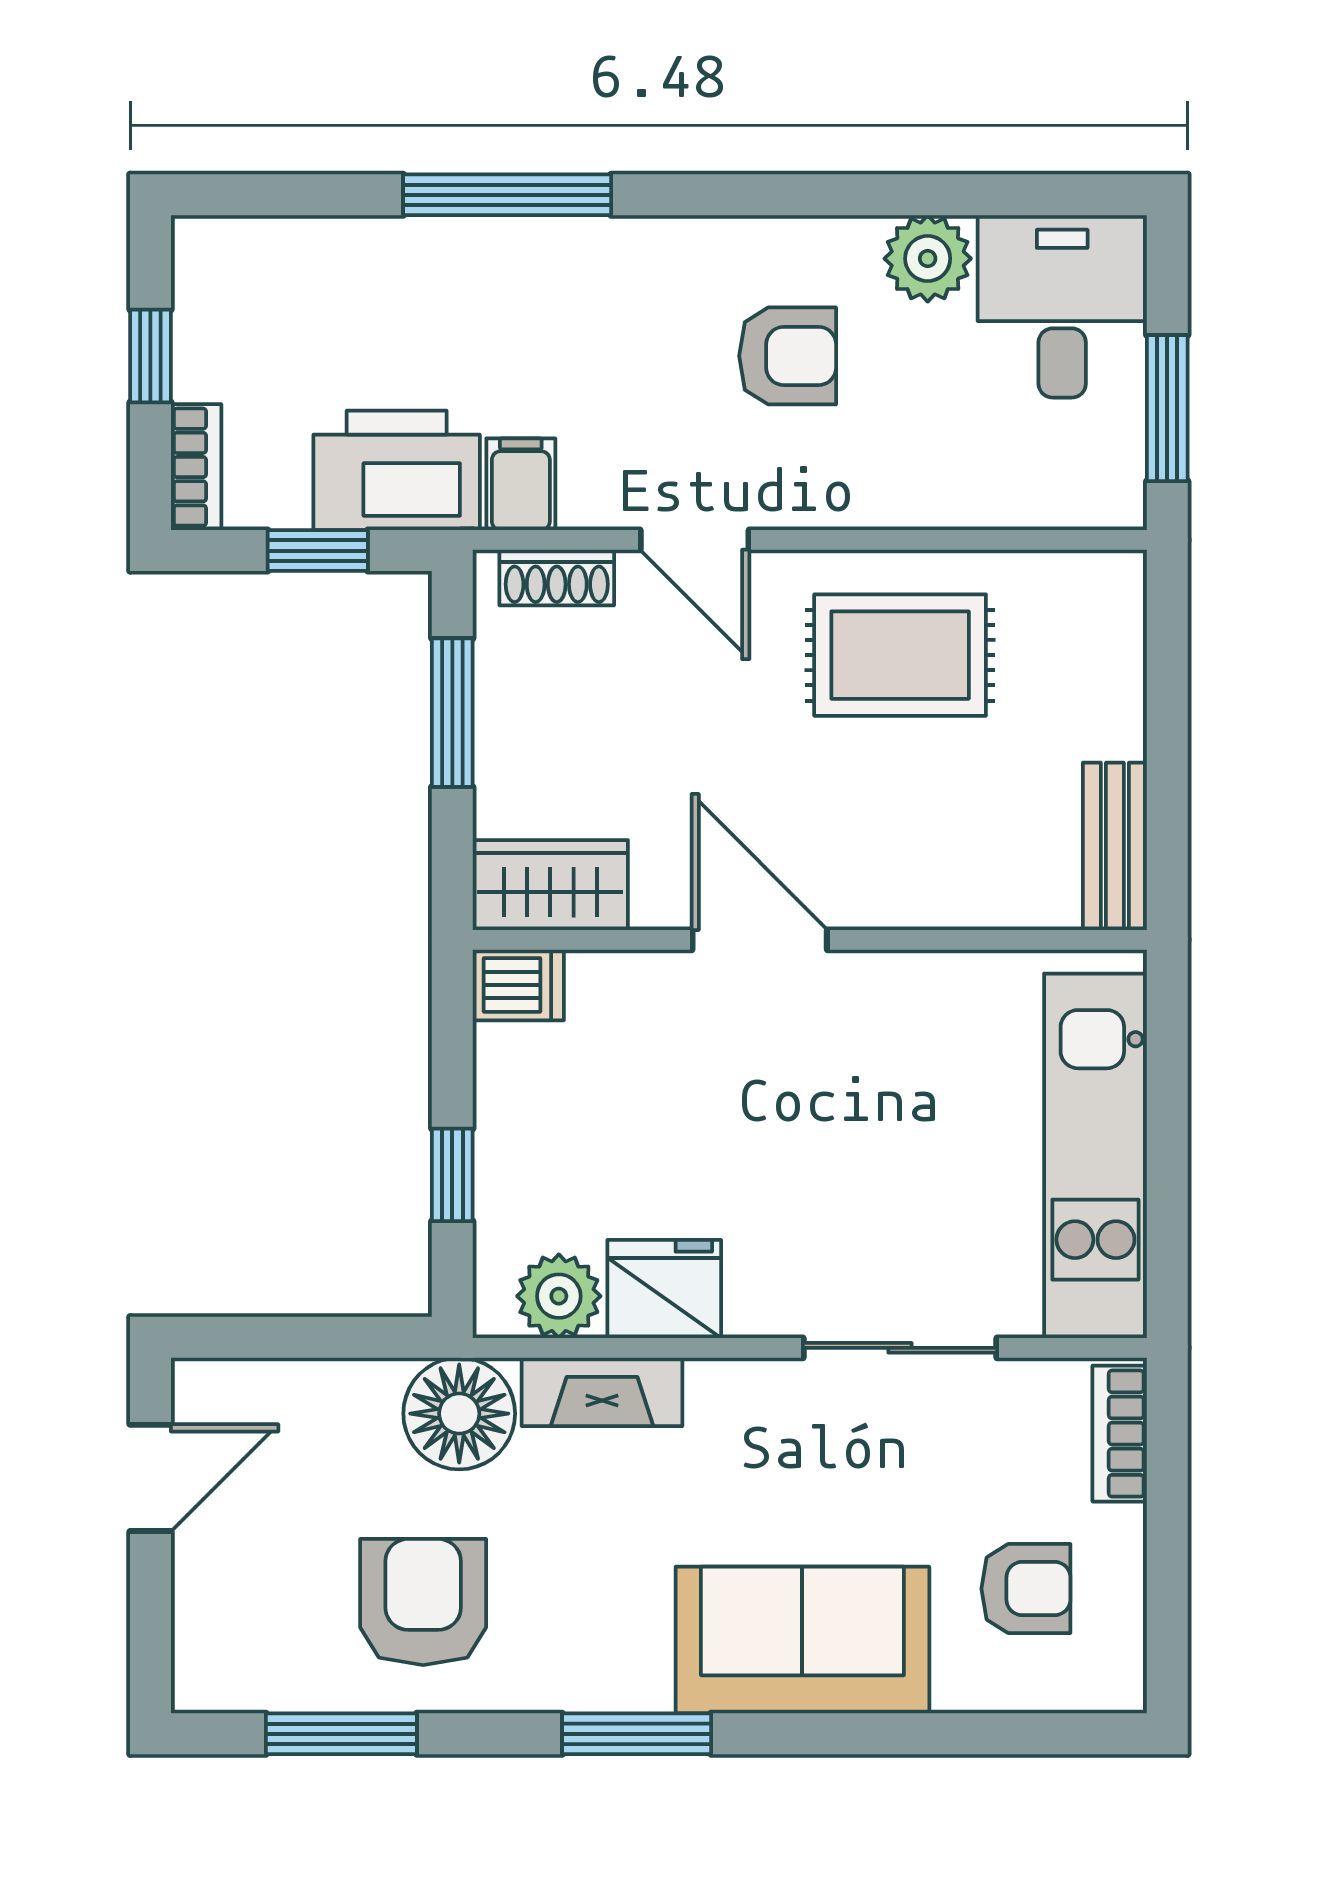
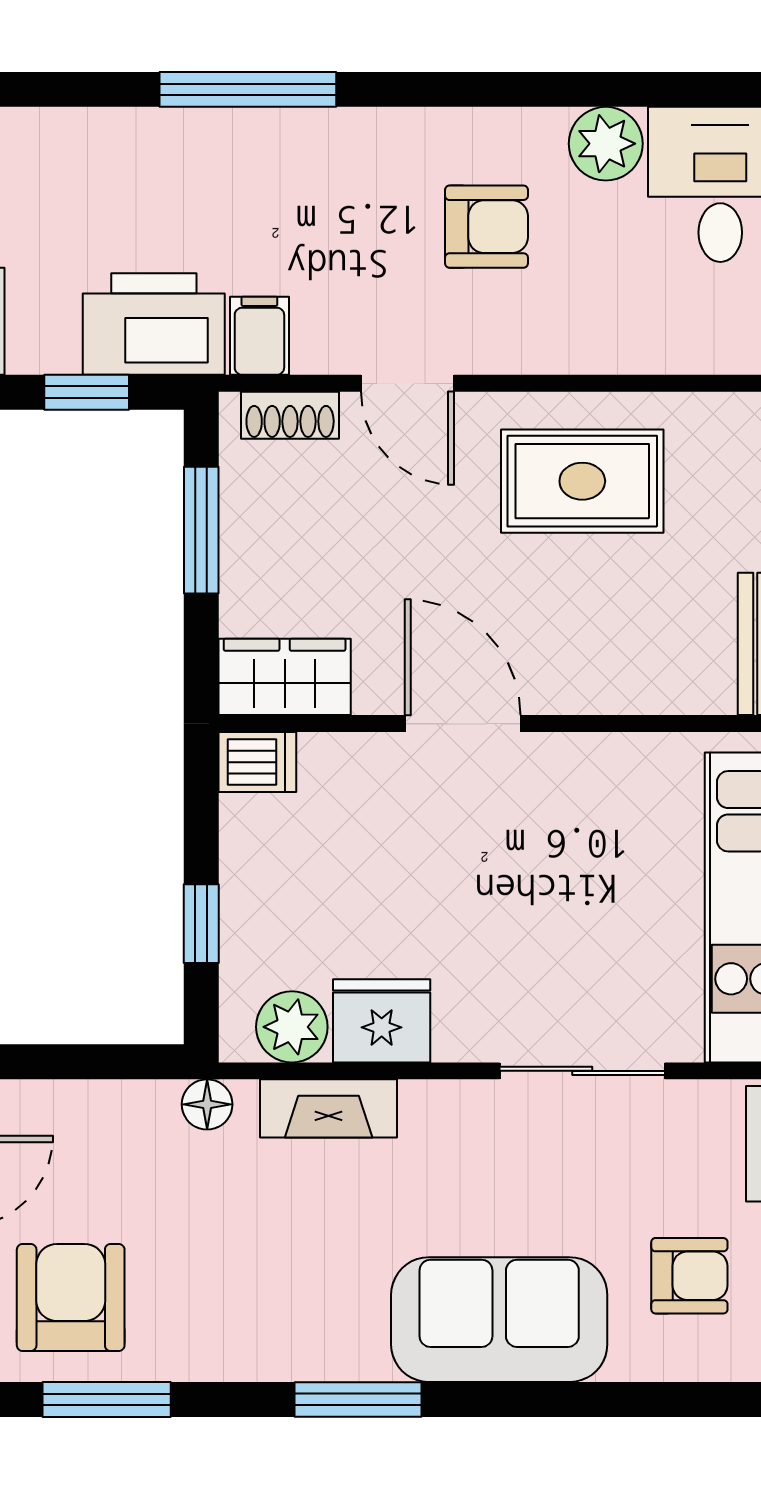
floor lamp: (459, 1414) -> (207, 1104), width x0.53, depth x0.53
armchair: (423, 1602) -> (71, 1298), moved

